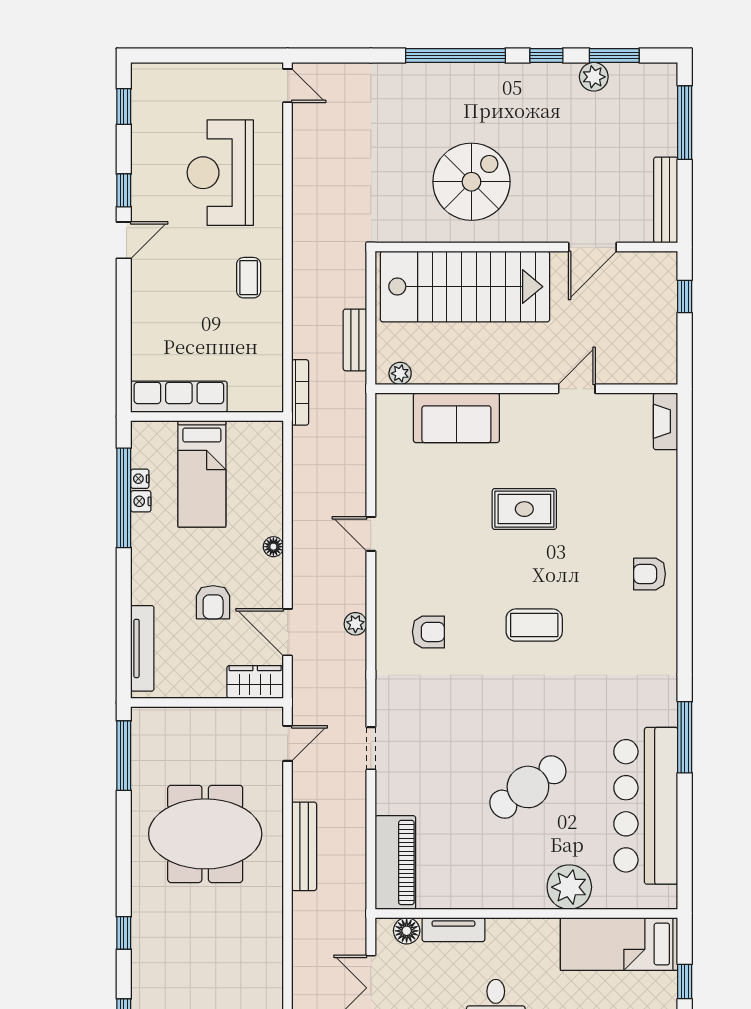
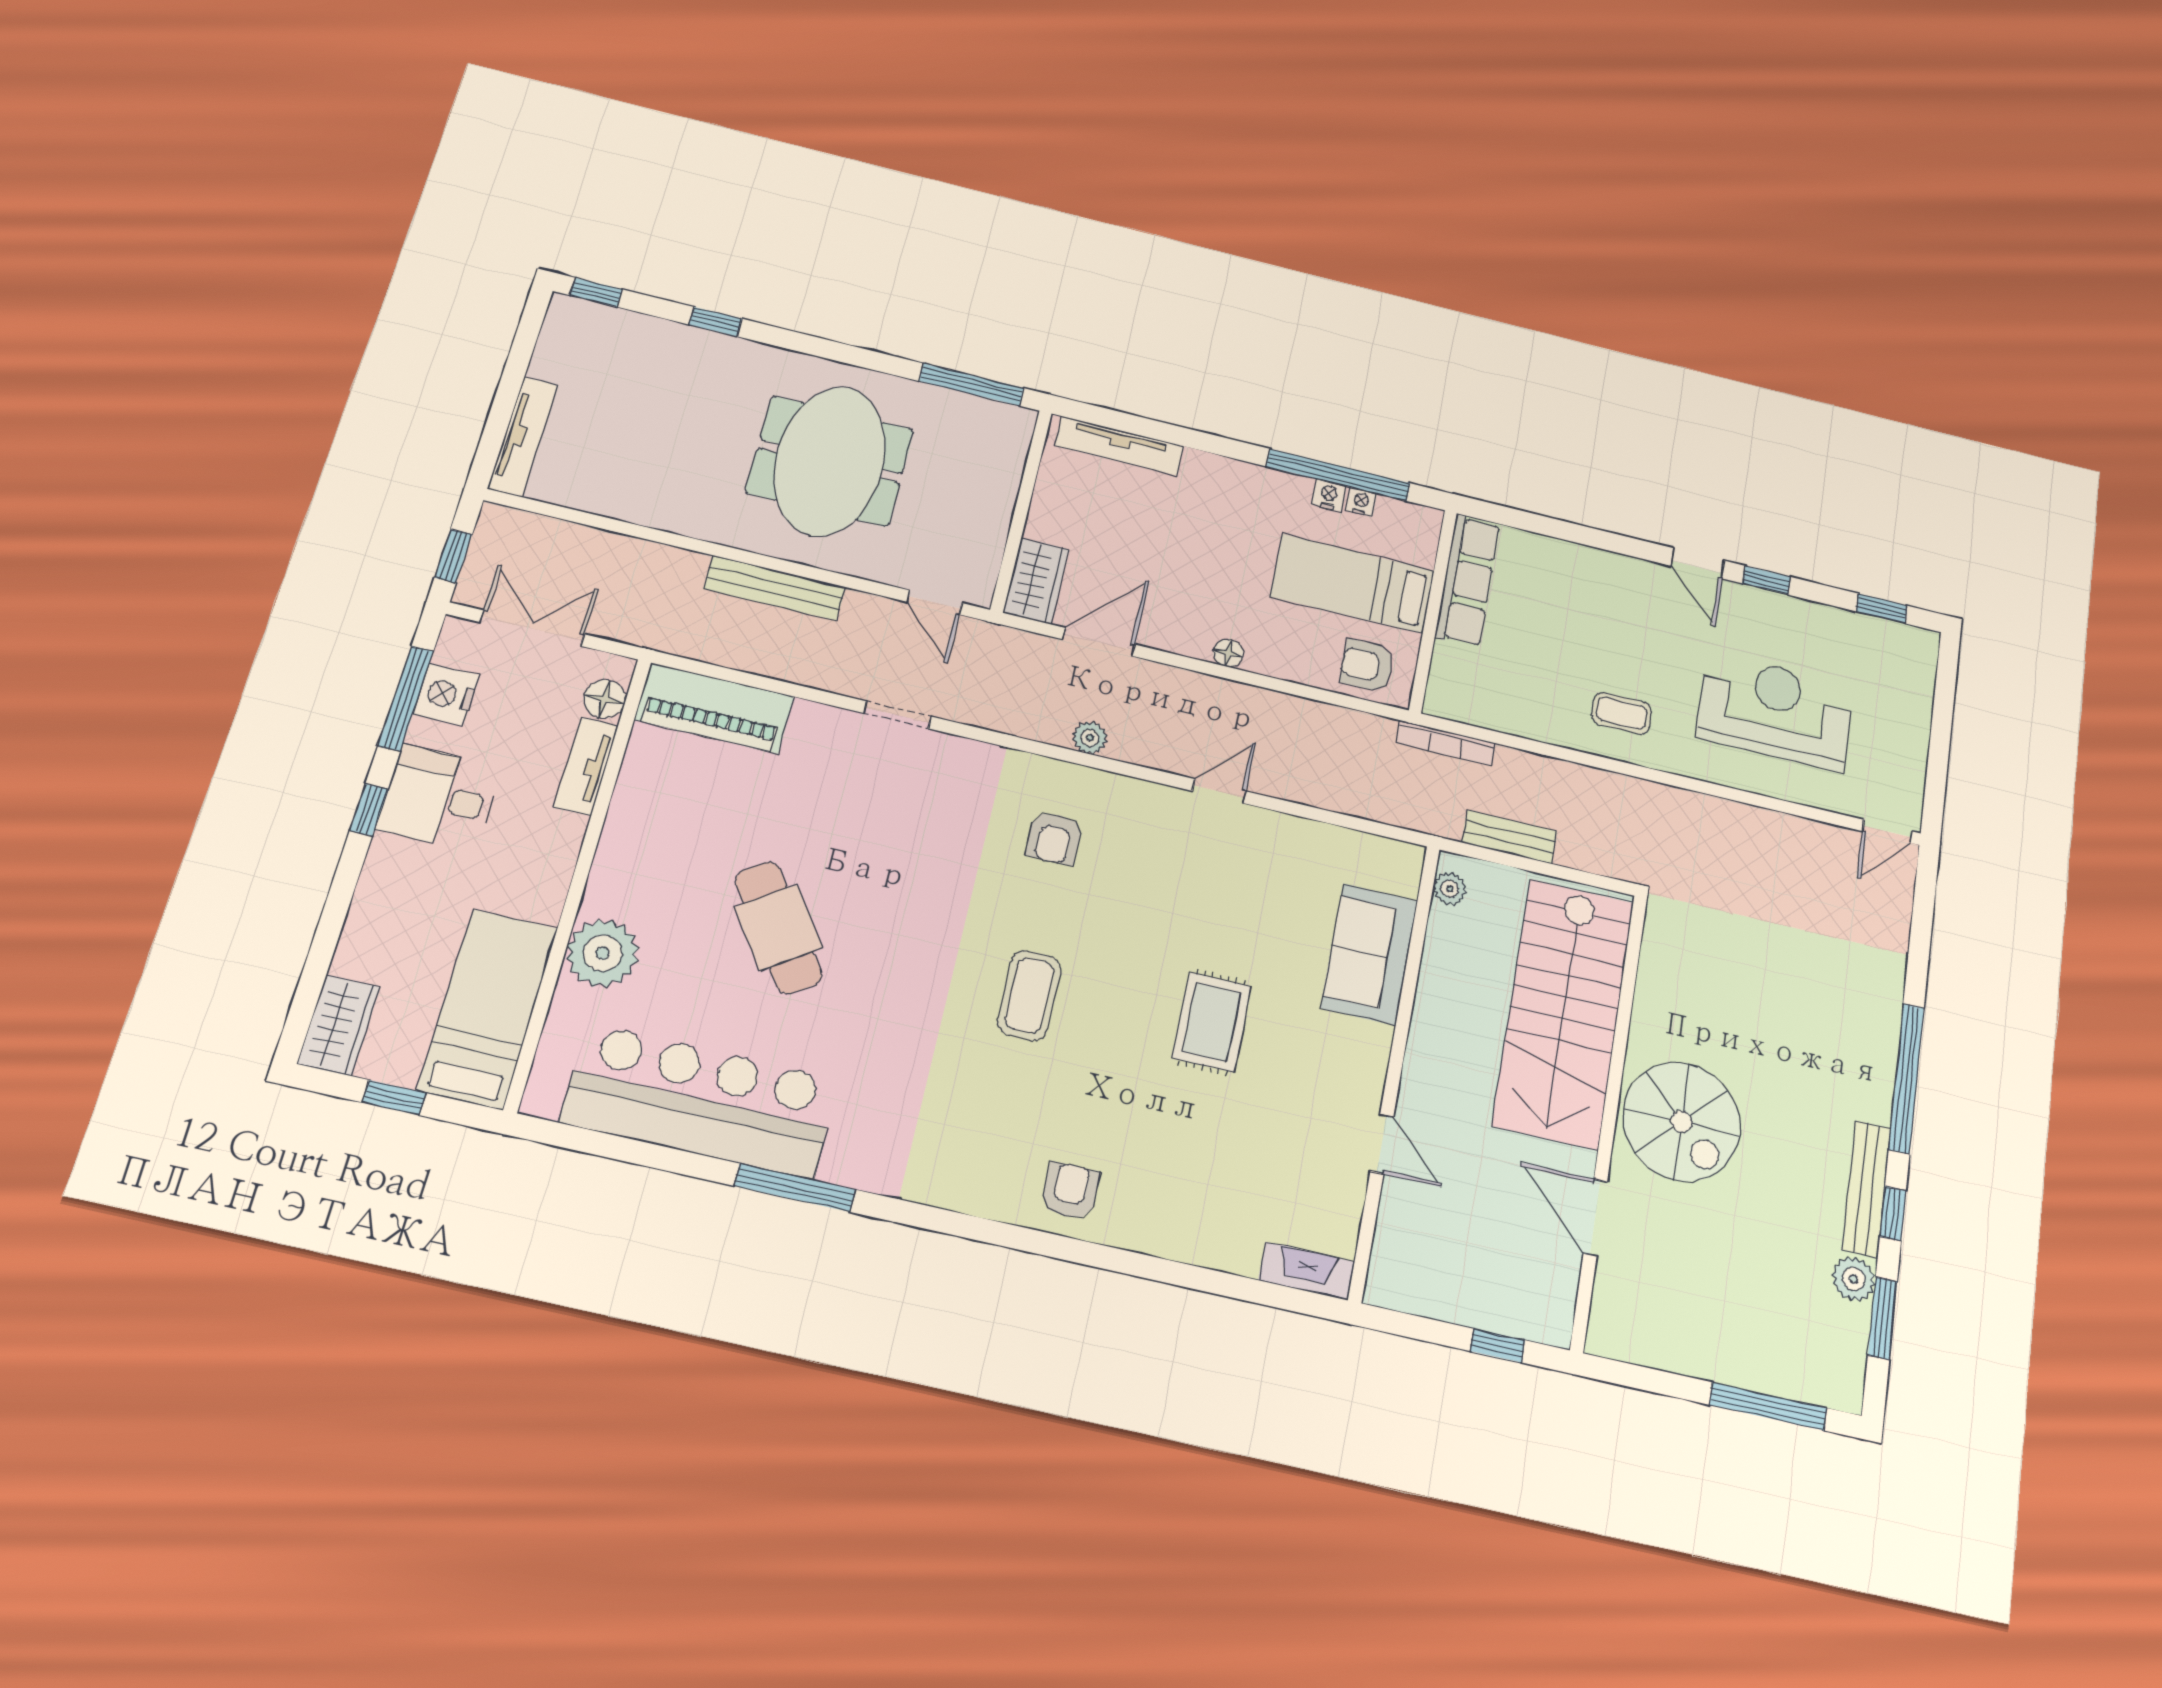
spiral stairs: (471, 182) -> (1681, 1122), moved
bench: (666, 200) -> (1867, 1189), moved, turned 90
armchair: (213, 602) -> (1367, 666), moved

